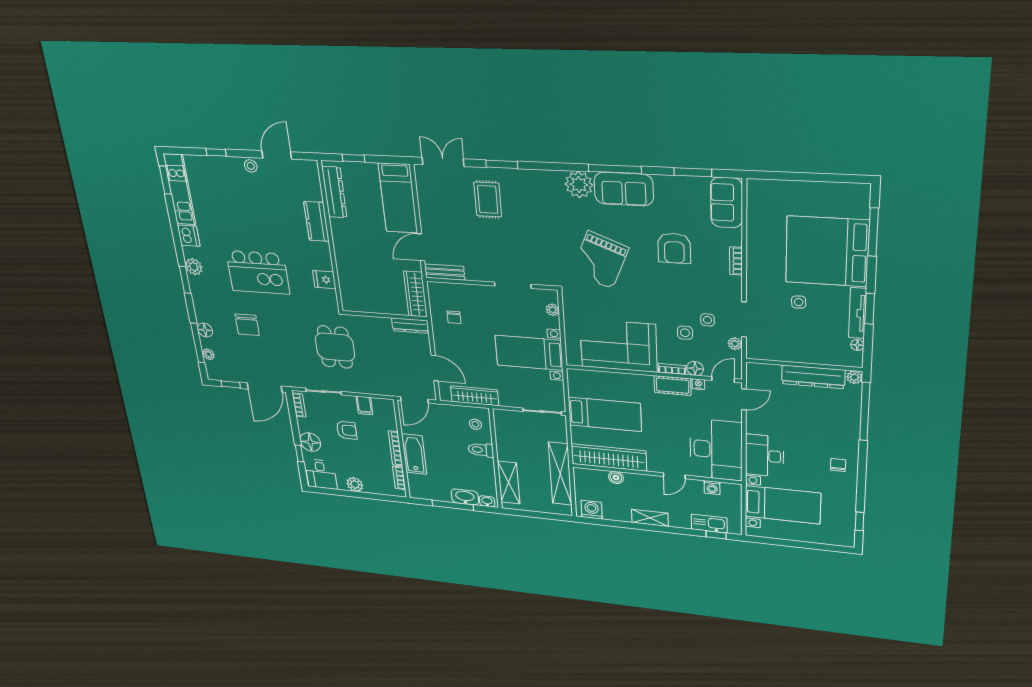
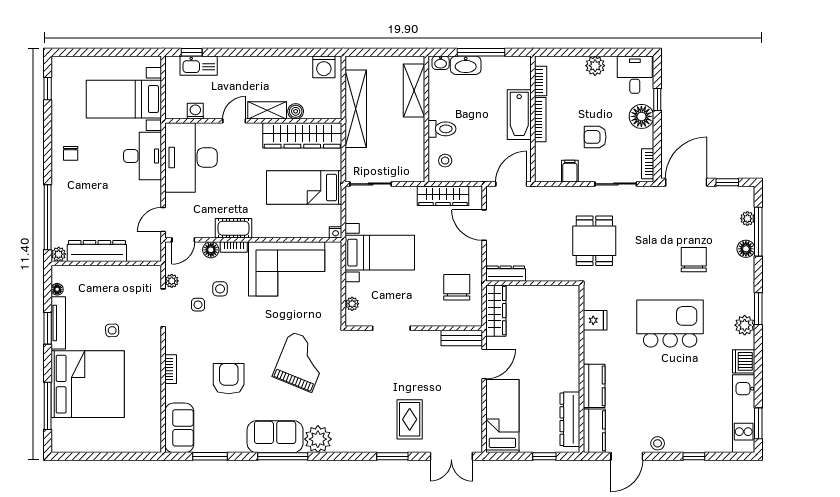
kitchen counter: (310, 180) -> (594, 431), added
chair: (454, 317) -> (457, 287), width x1.87, depth x1.87
nightstand: (698, 384) -> (336, 232), moved
shelving: (650, 518) -> (267, 110), moved

